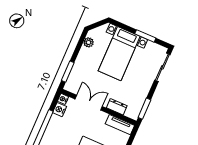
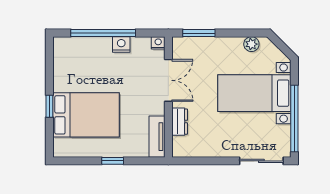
window: (145, 36) -> (294, 118), width x2.11
window: (144, 109) -> (194, 161), removed
nightstand: (60, 110) -> (121, 44), moved

